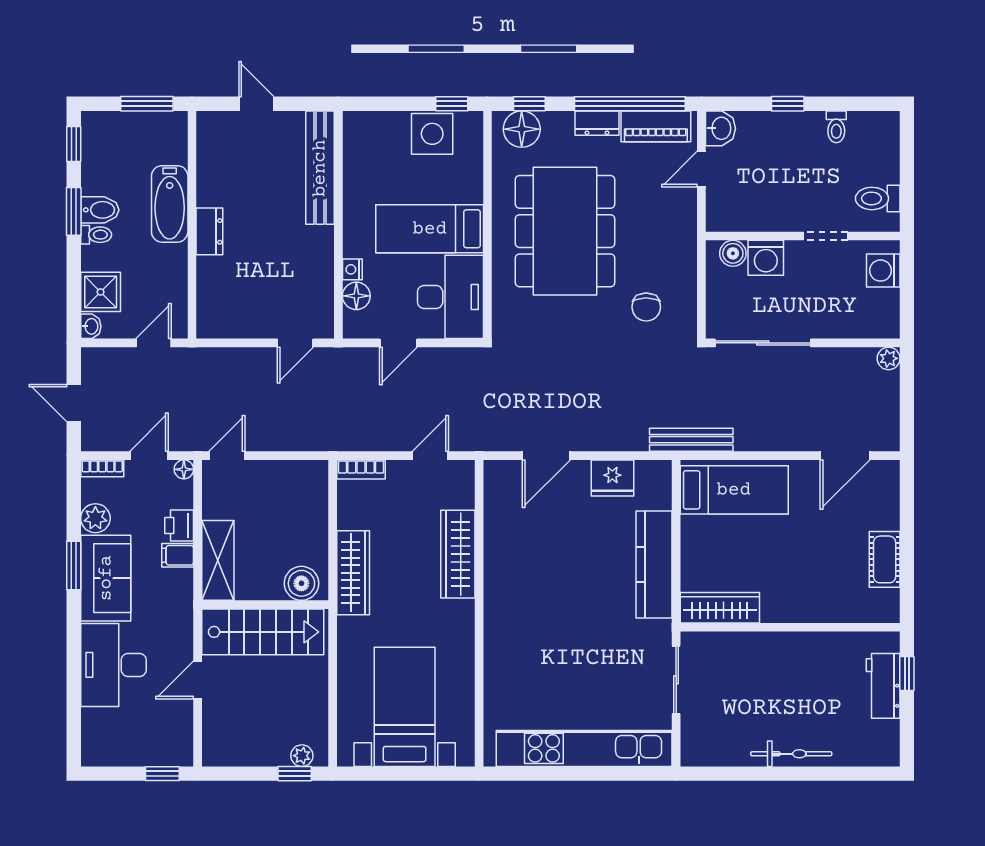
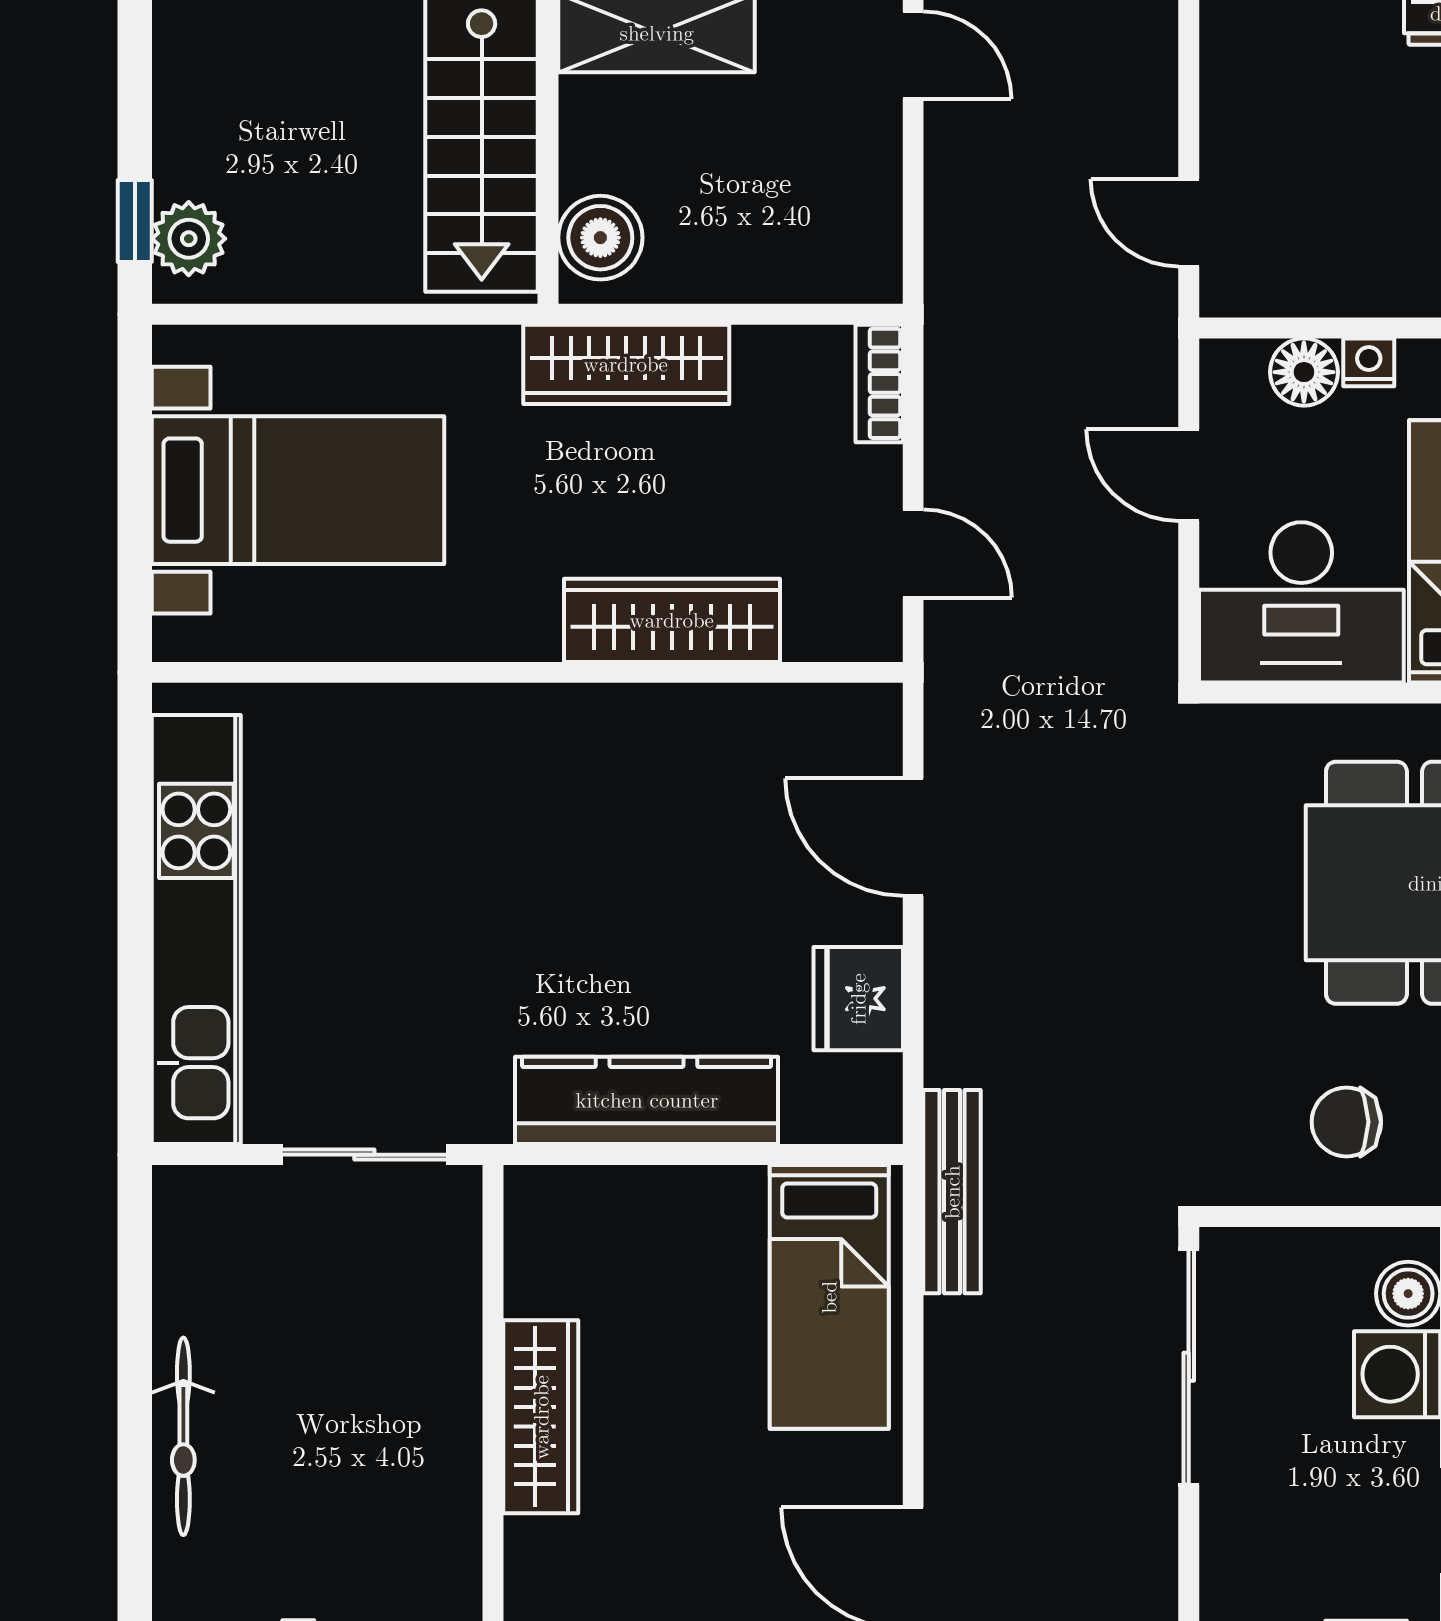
chair: (646, 307) -> (1346, 1122), moved
wardrobe: (720, 608) -> (541, 1417), moved
plant: (302, 756) -> (189, 239), width x1.38, depth x1.38

